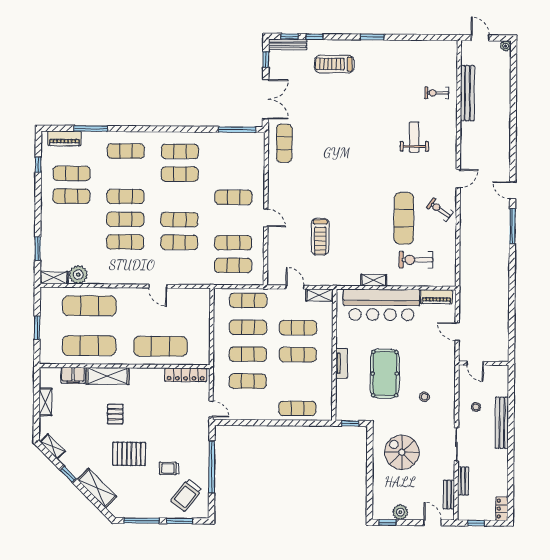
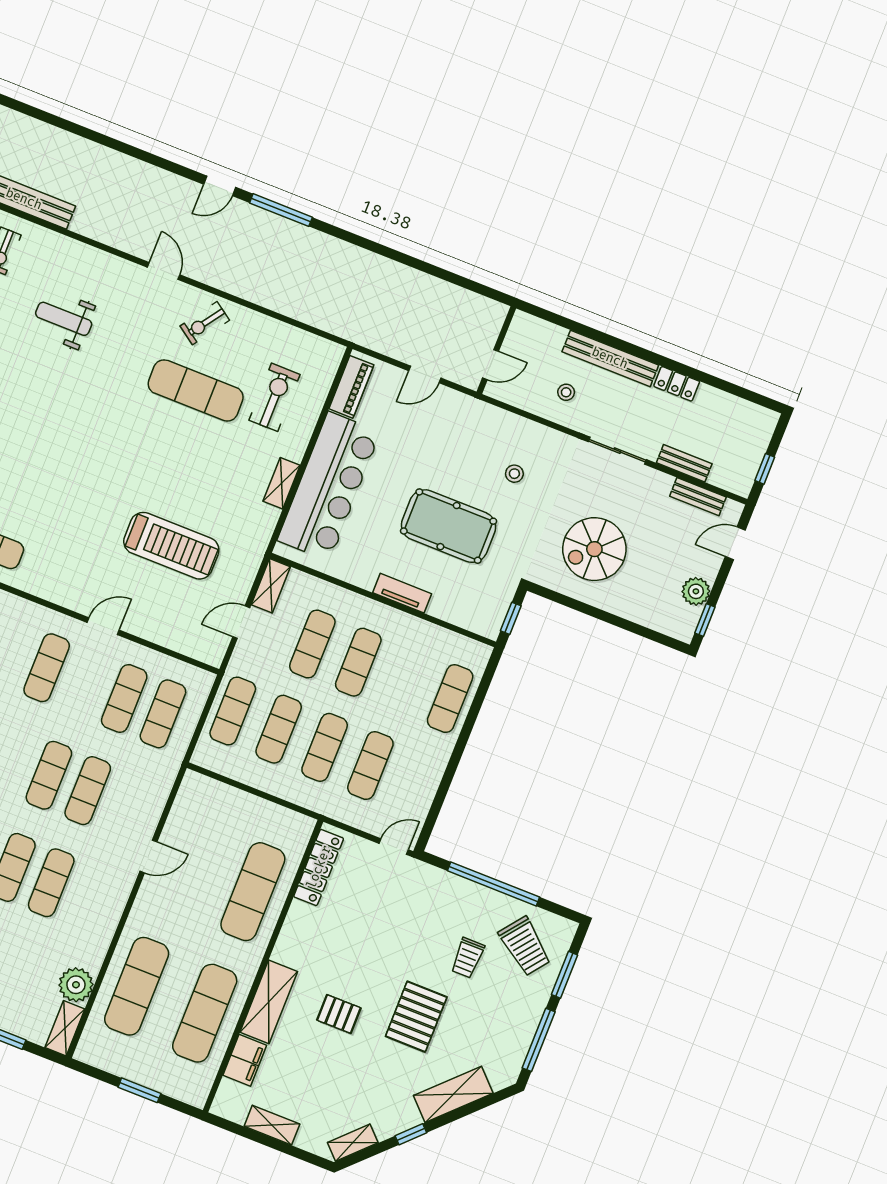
treadmill: (320, 237) -> (171, 546), width x1.37, depth x1.38
exercise bike: (416, 260) -> (275, 397), turned 180
locker: (502, 509) -> (677, 384), moved

